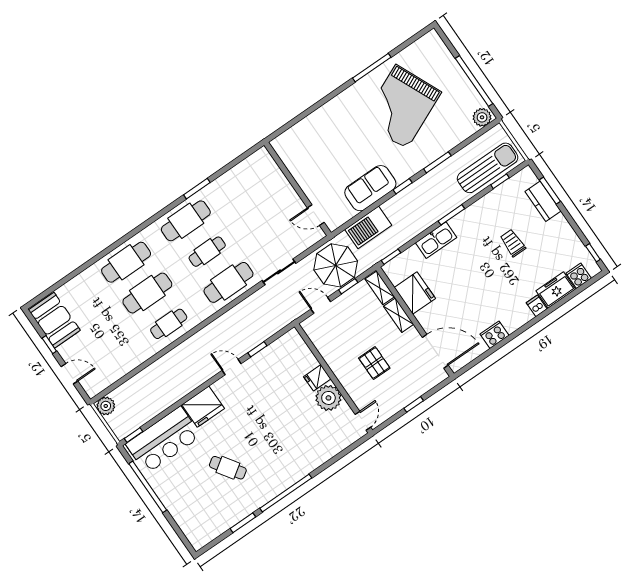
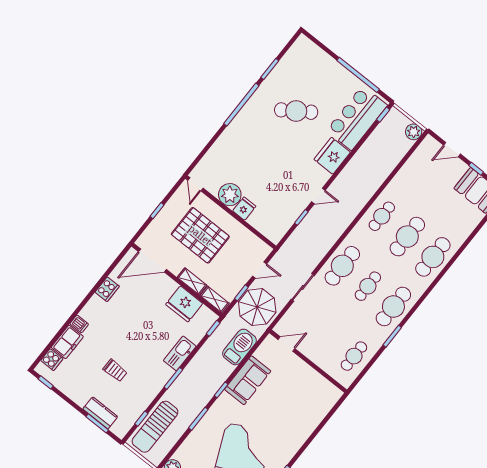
cafe table: (246, 179) -> (354, 356), added
pallet: (374, 363) -> (200, 235), width x2.05, depth x2.00
cafe table: (228, 468) -> (296, 111), width x1.37, depth x1.35

